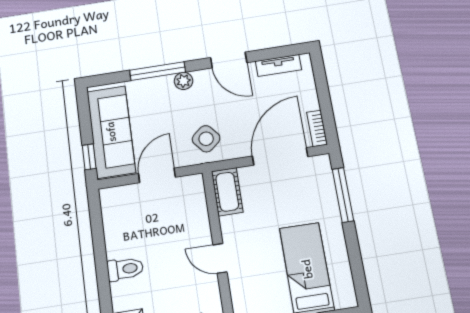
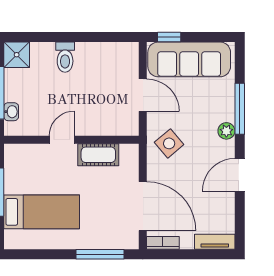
tv unit: (278, 65) -> (215, 242), moved, turned 90
cot: (227, 192) -> (98, 155), moved

